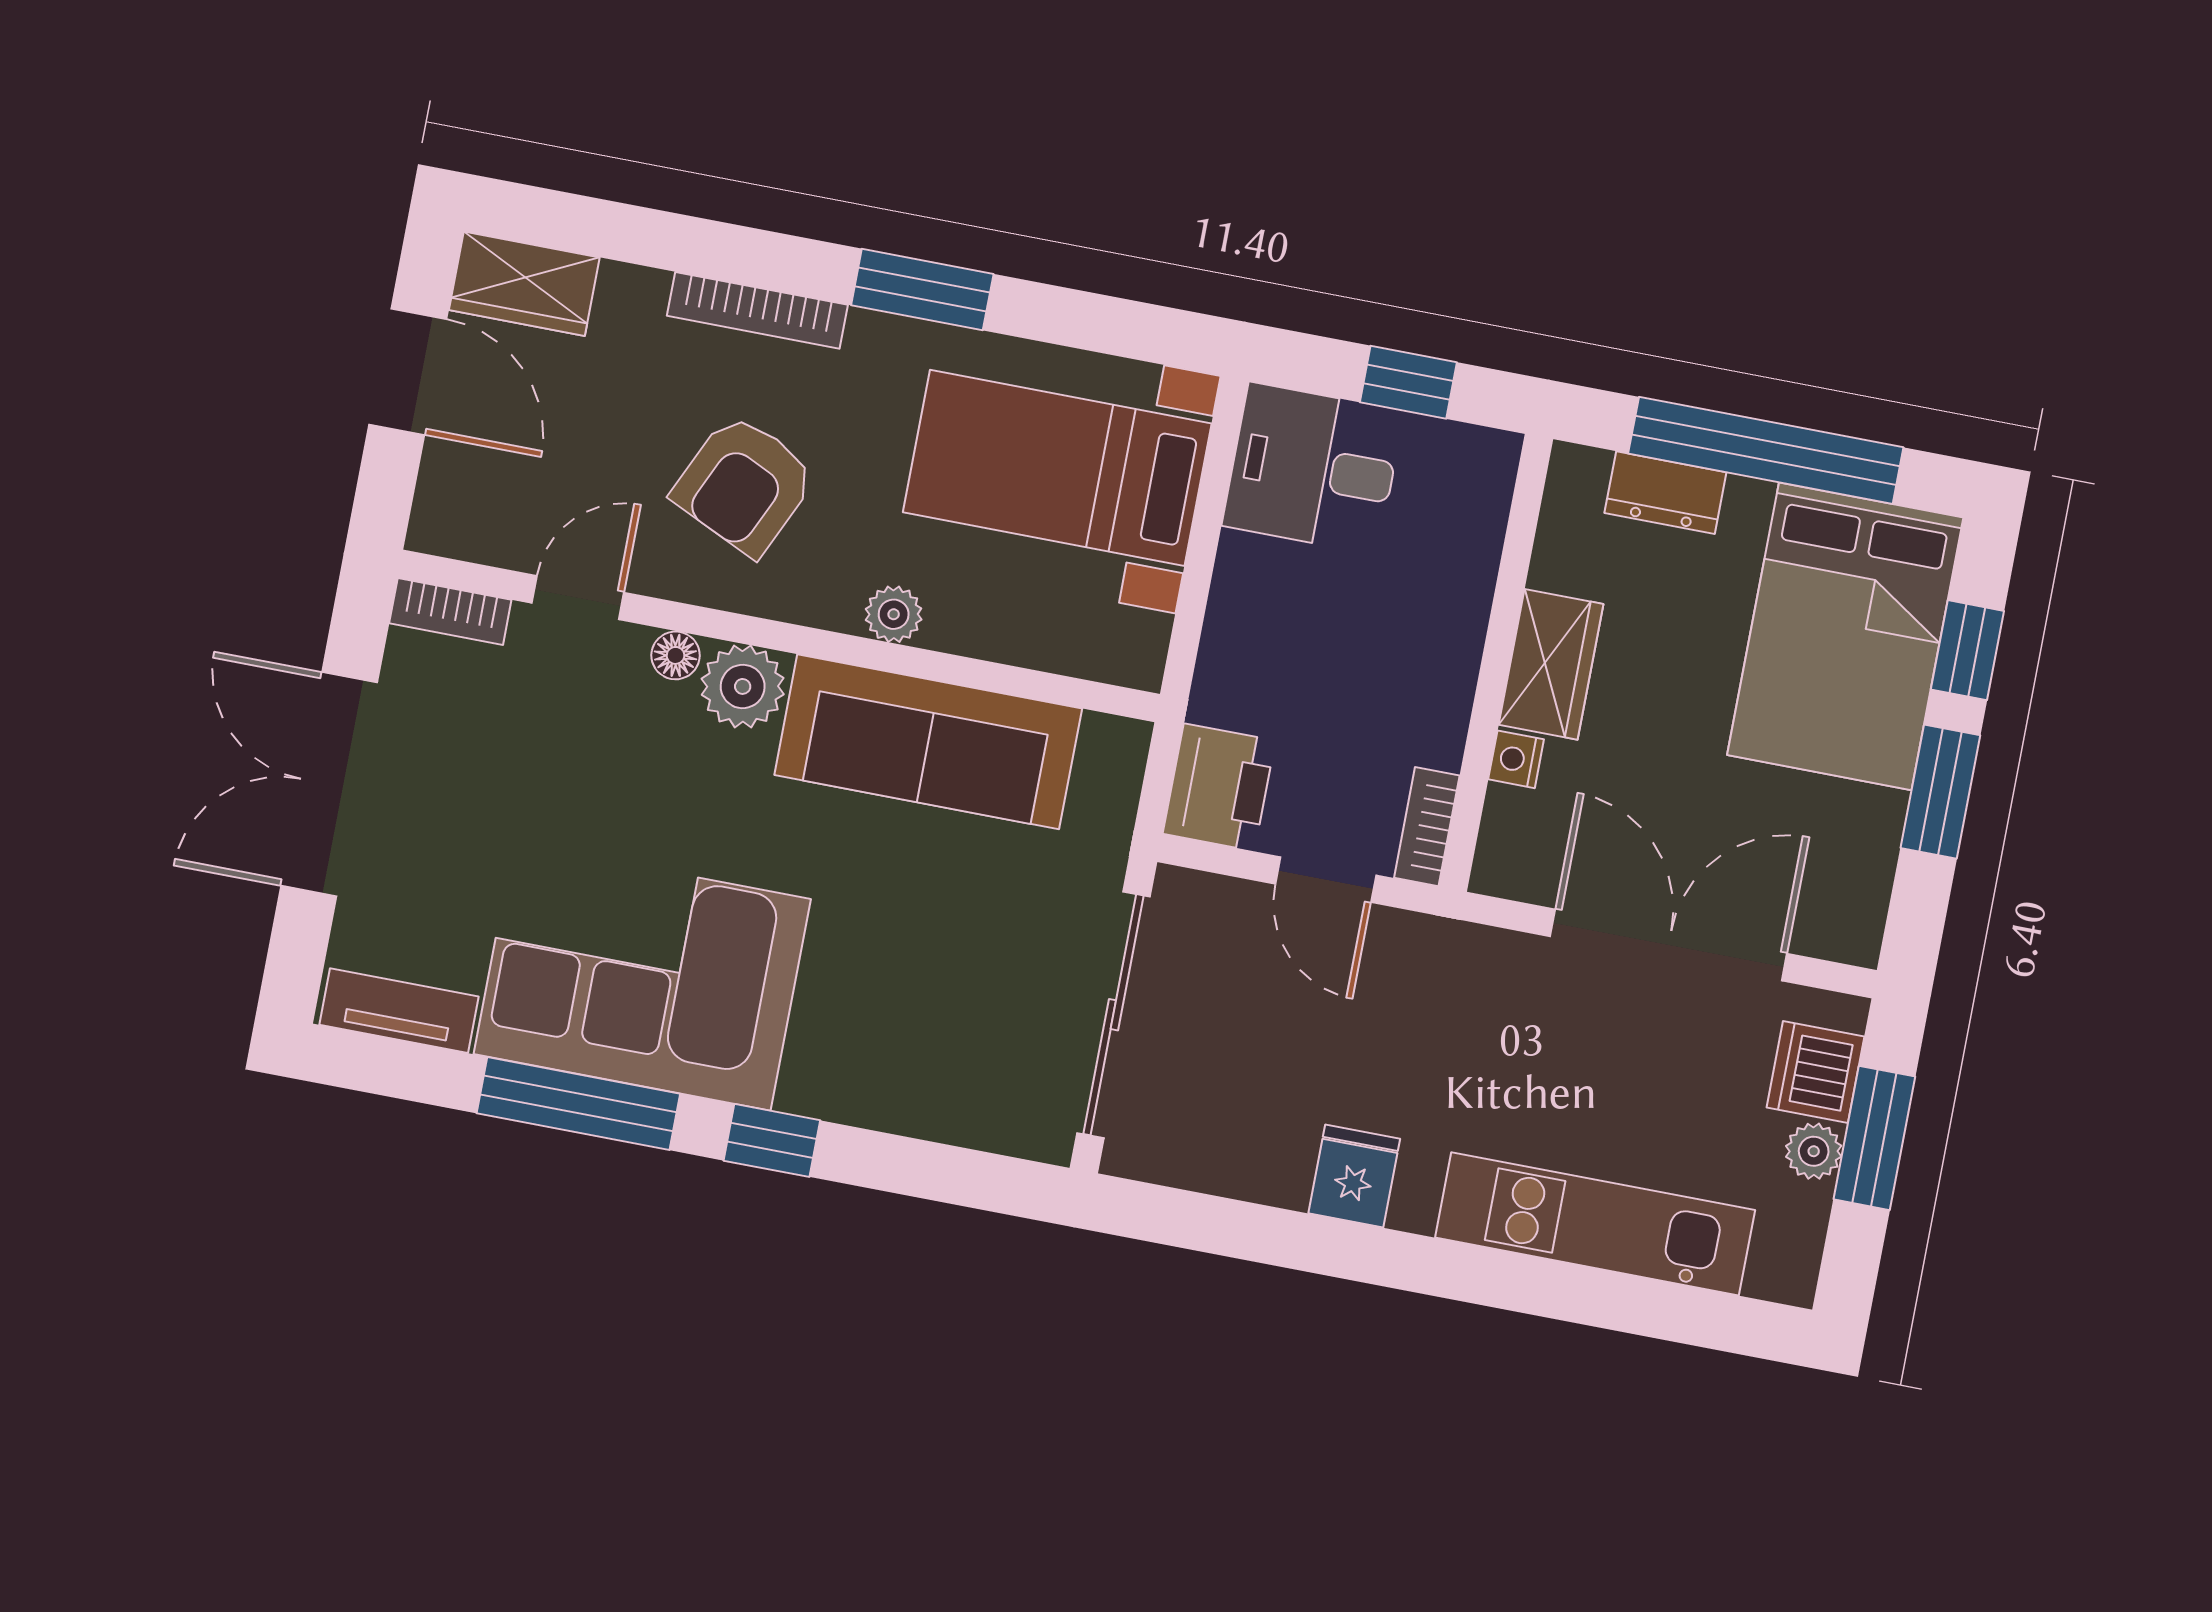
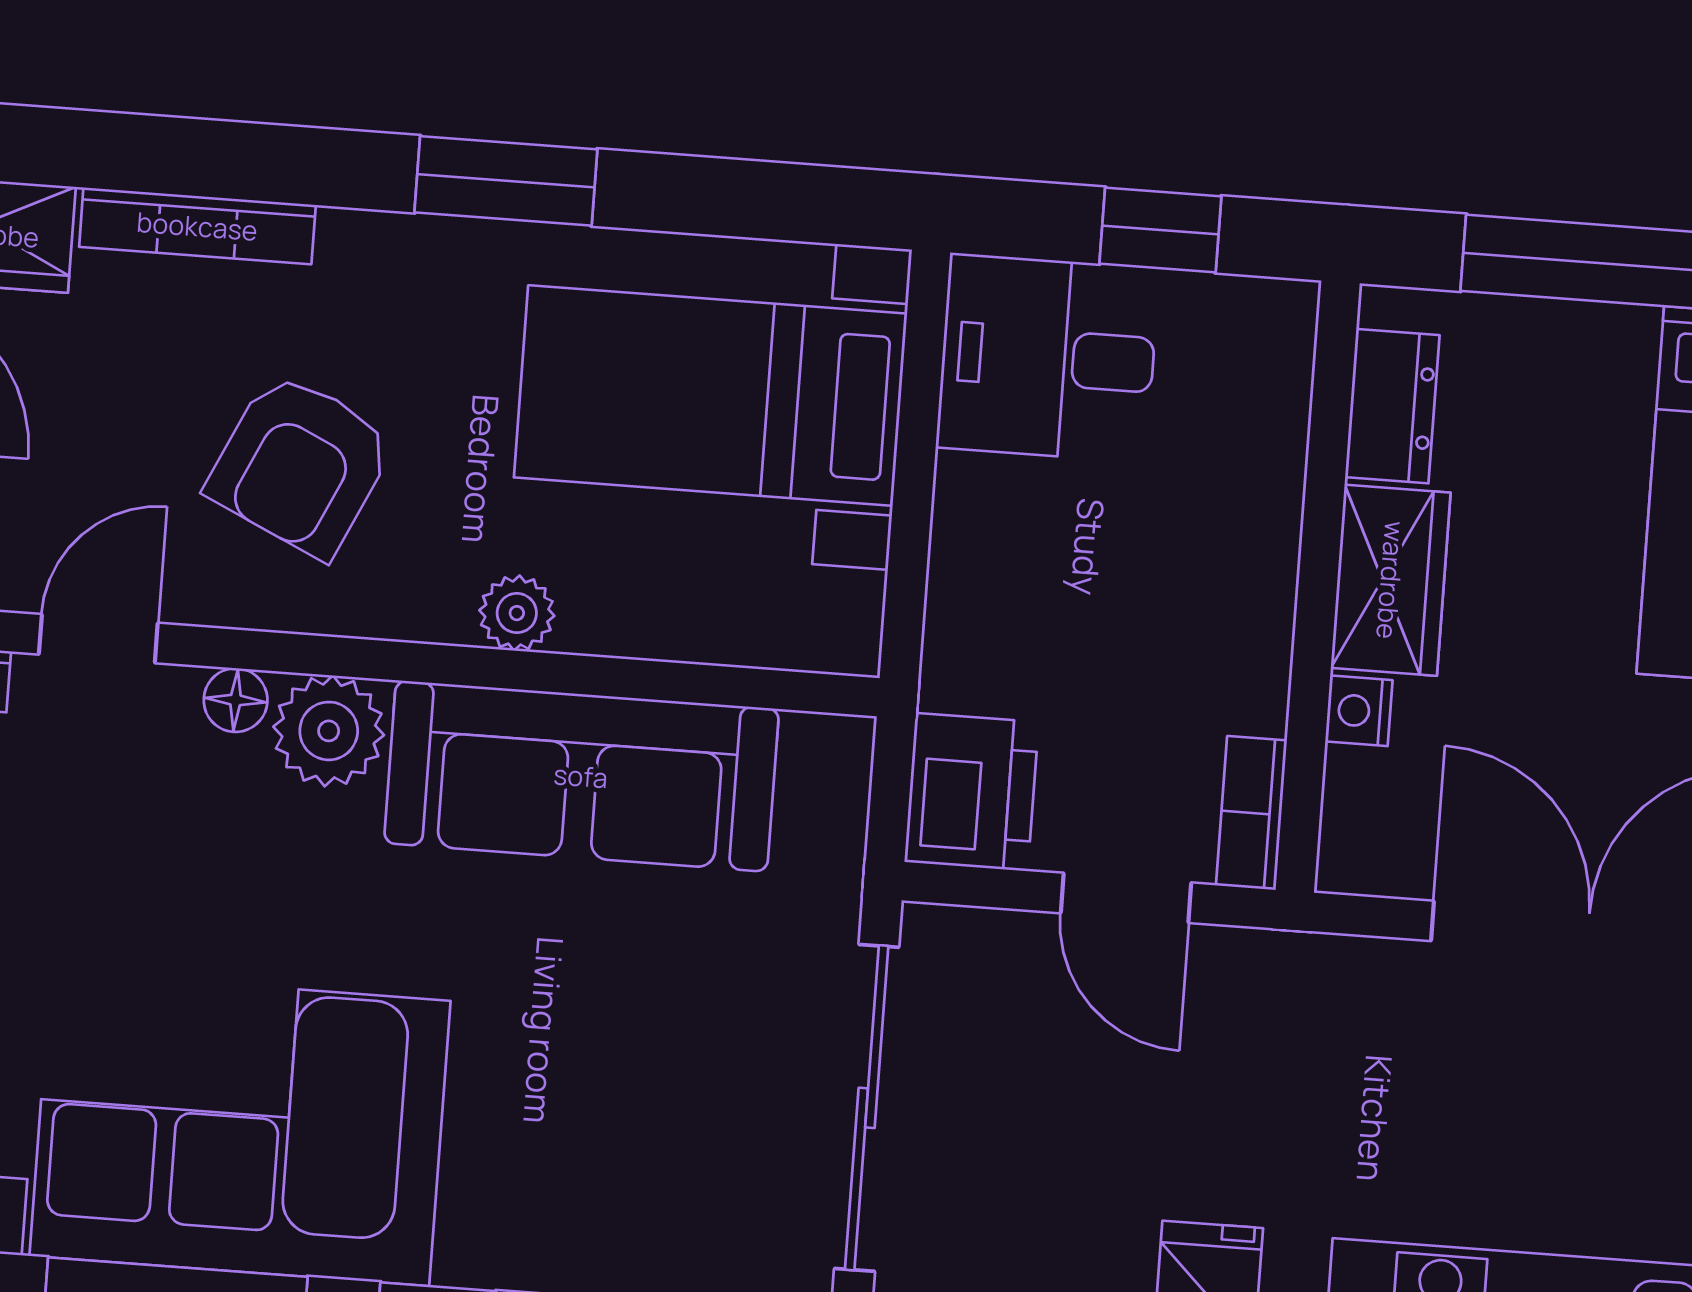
bookcase: (757, 310) -> (197, 226), moved
dresser: (1665, 493) -> (1392, 406), moved, turned -90

